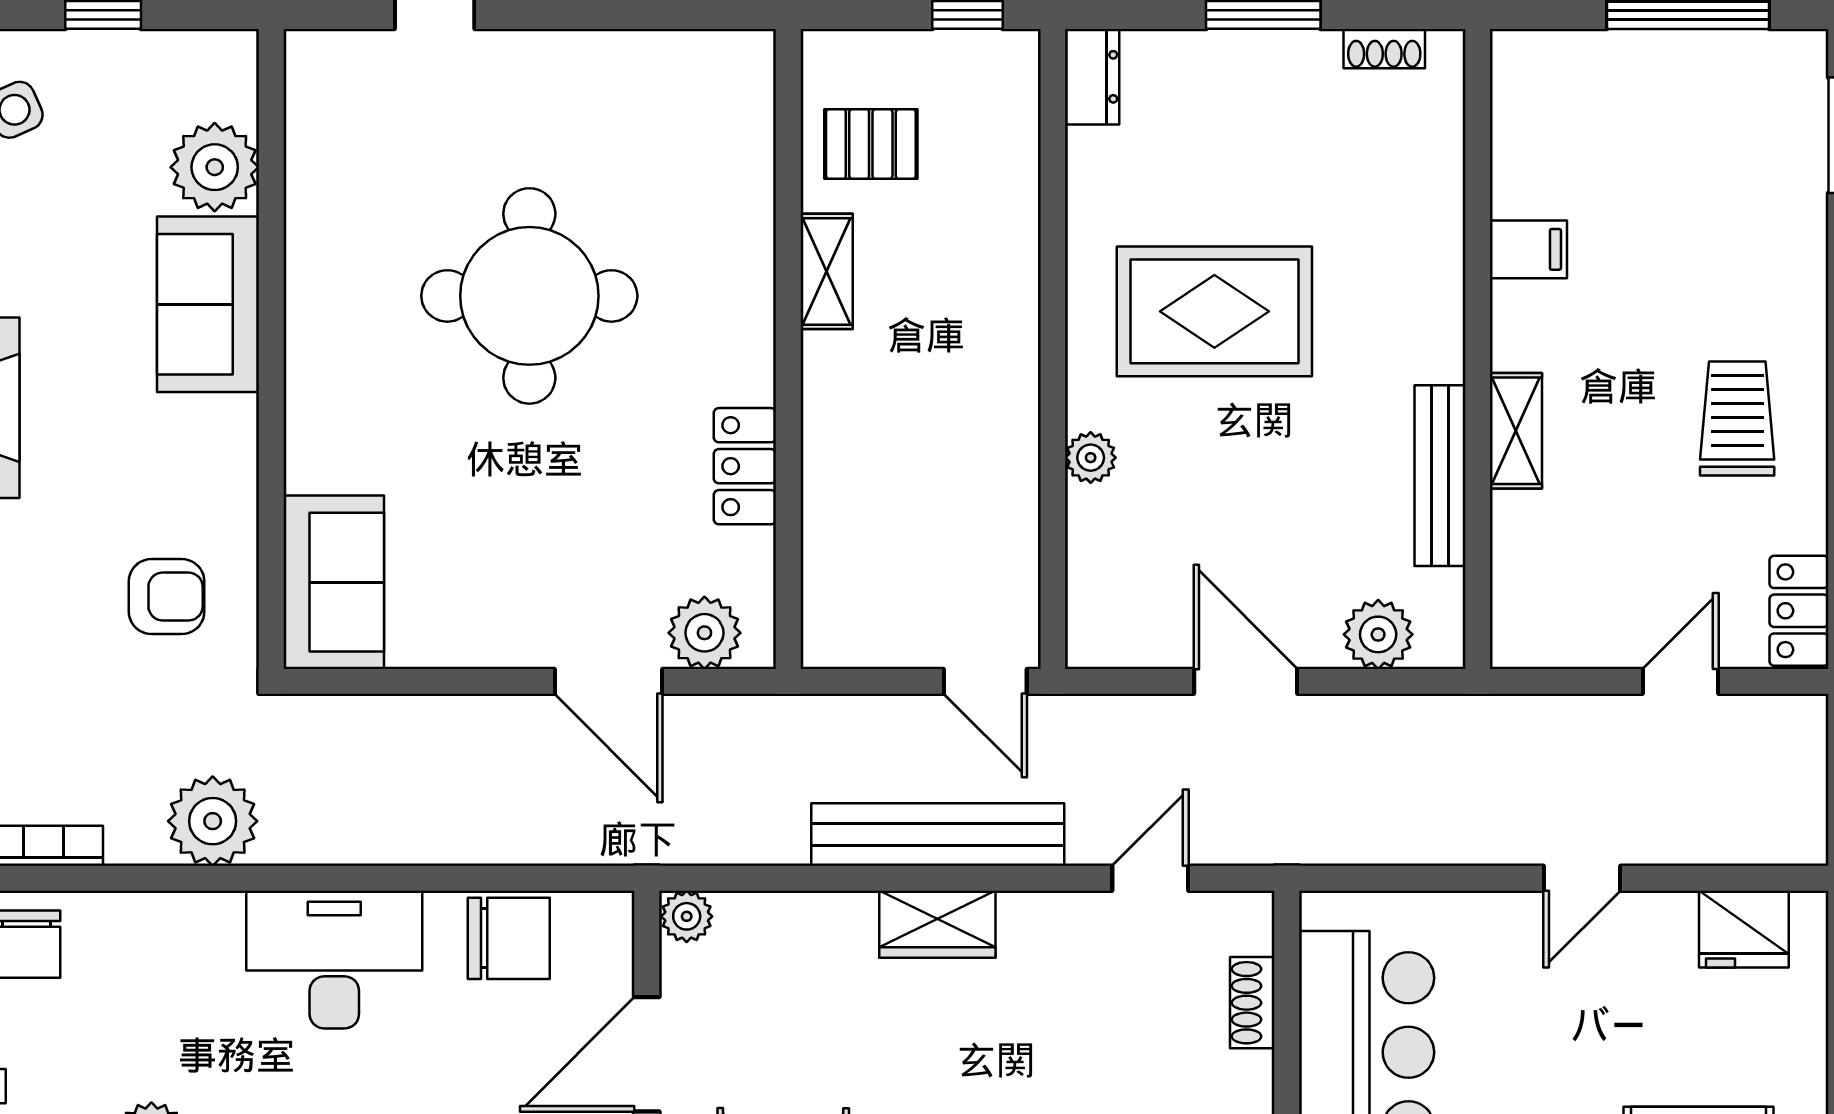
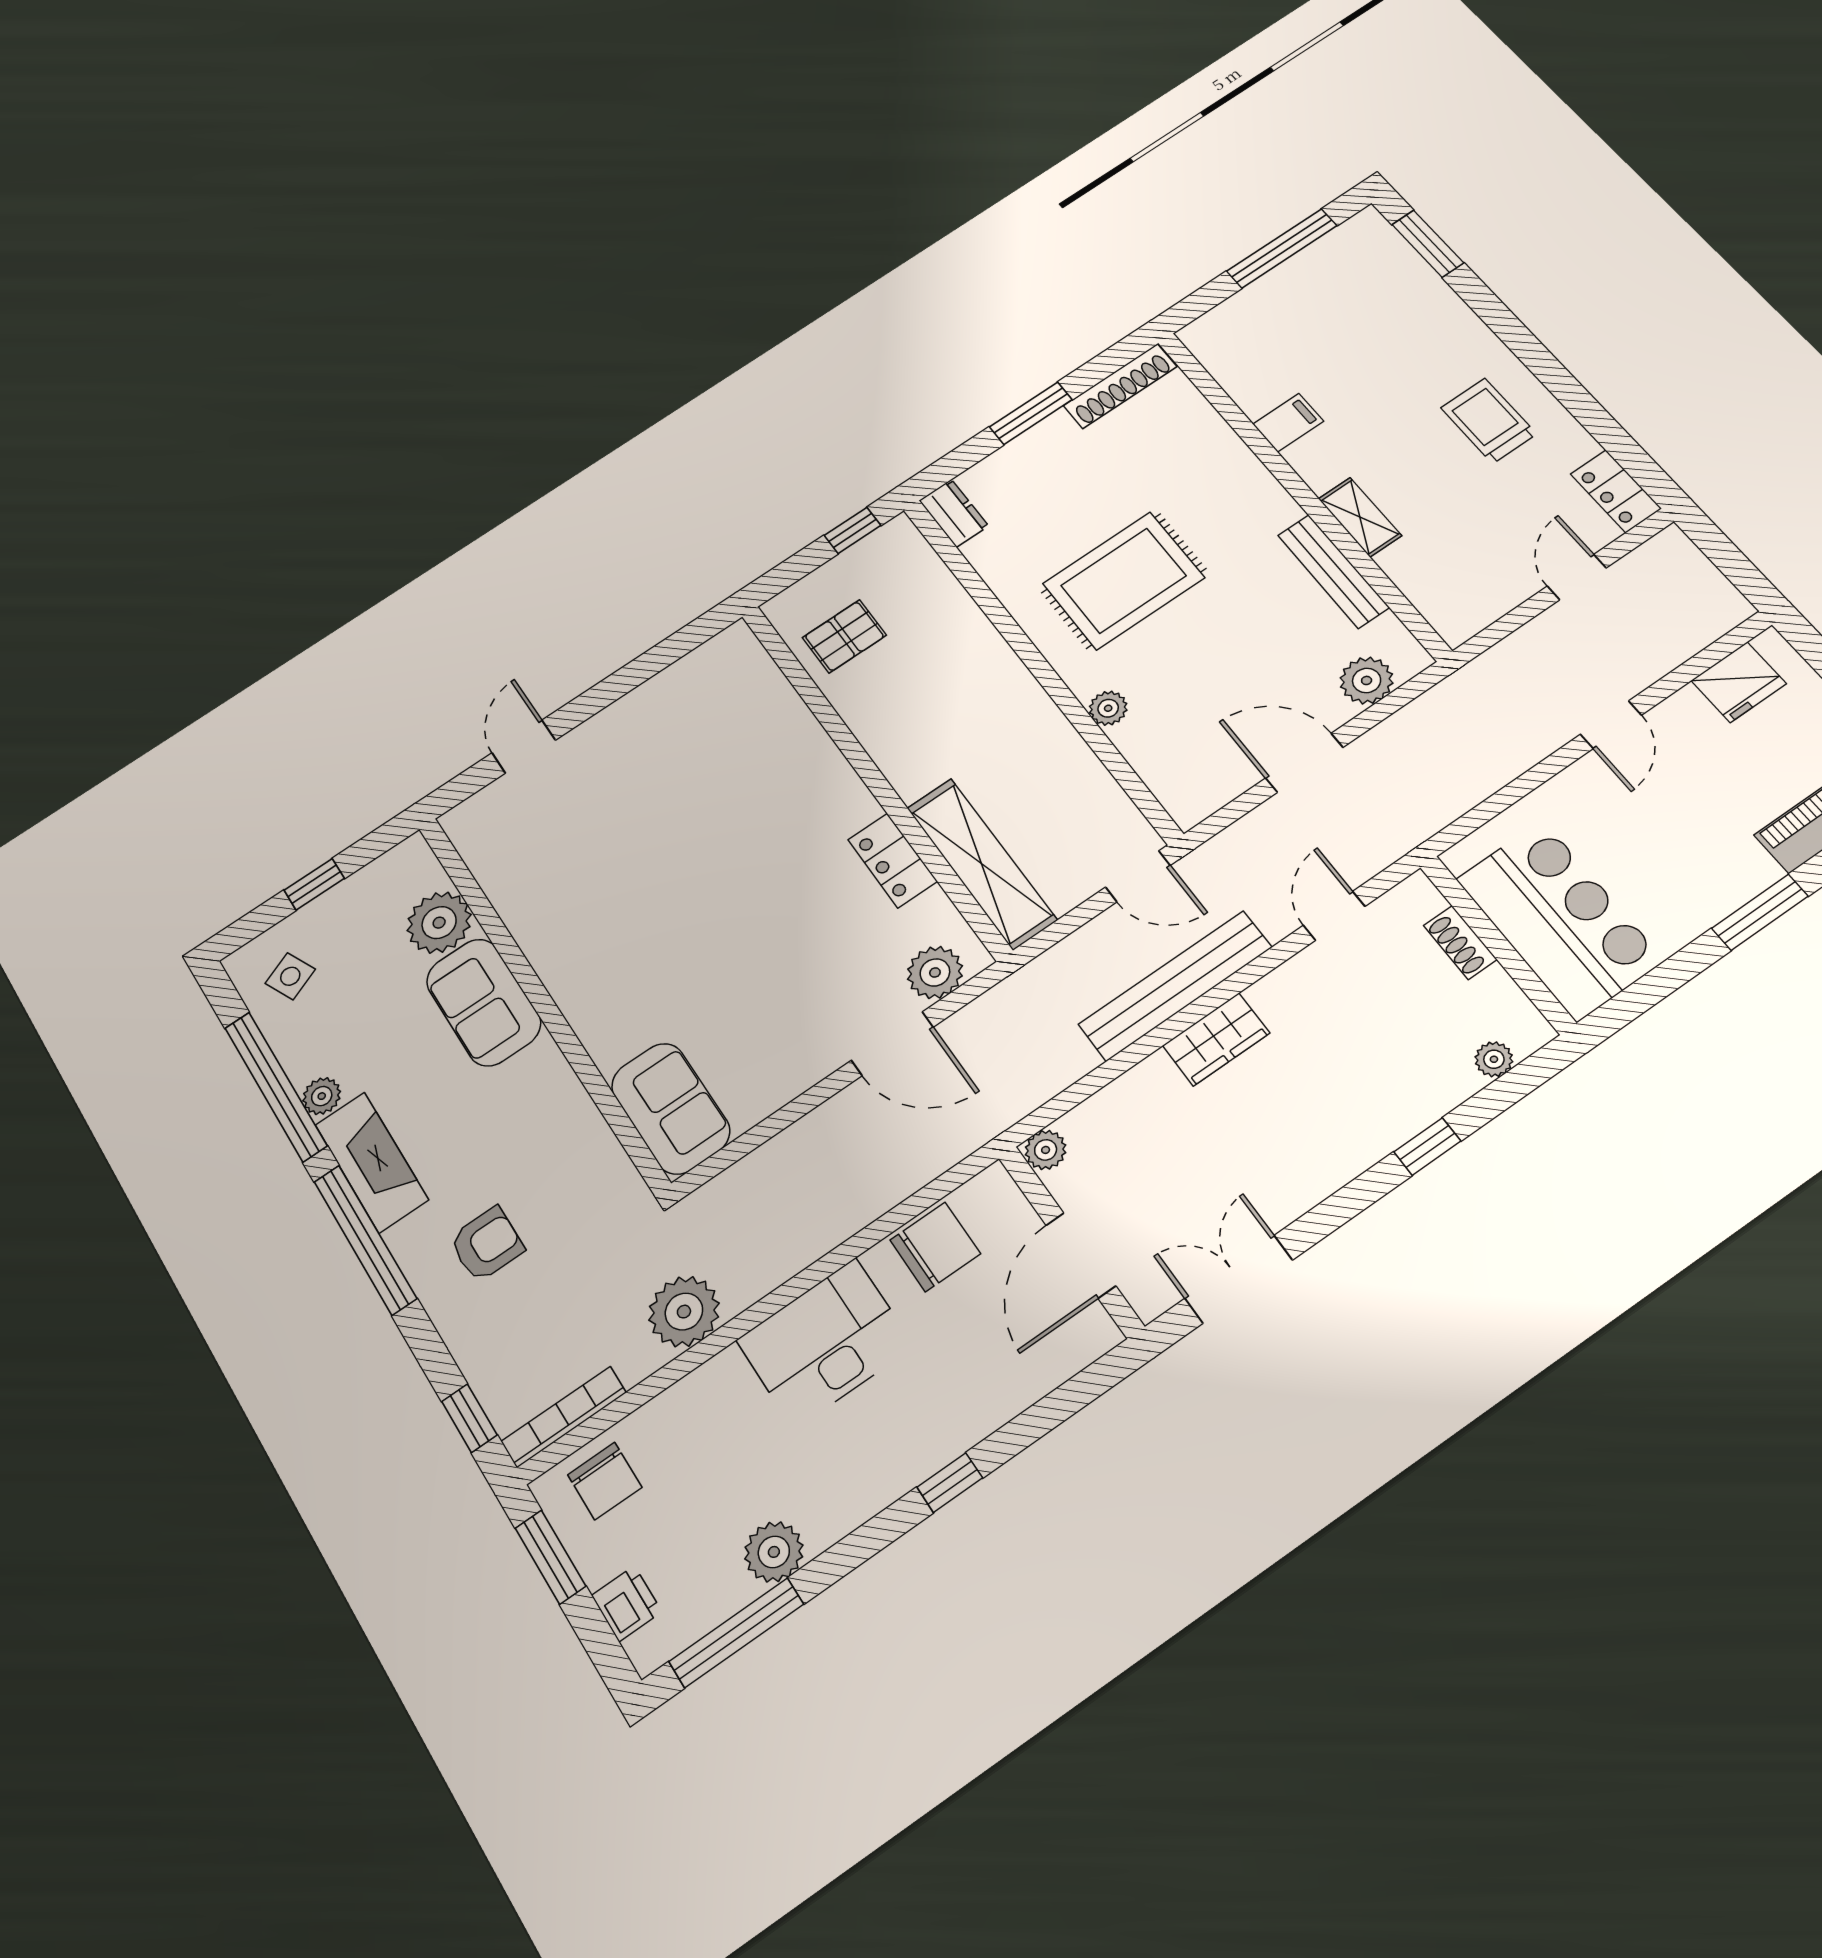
shoe rack: (1384, 49) -> (1120, 386), width x1.94, depth x1.24
shelving: (827, 271) -> (982, 864), moved, width x2.20, depth x1.33
round table: (529, 296) -> (688, 859), removed
armchair: (167, 597) -> (487, 1244), moved

